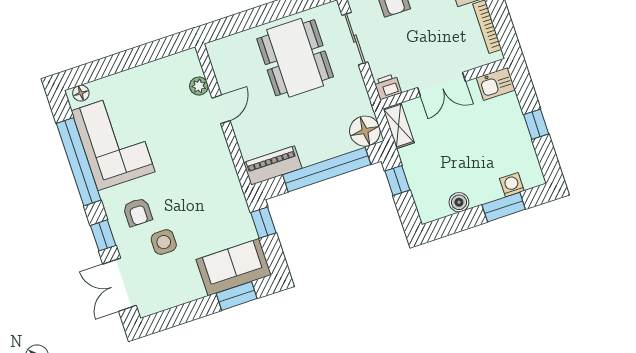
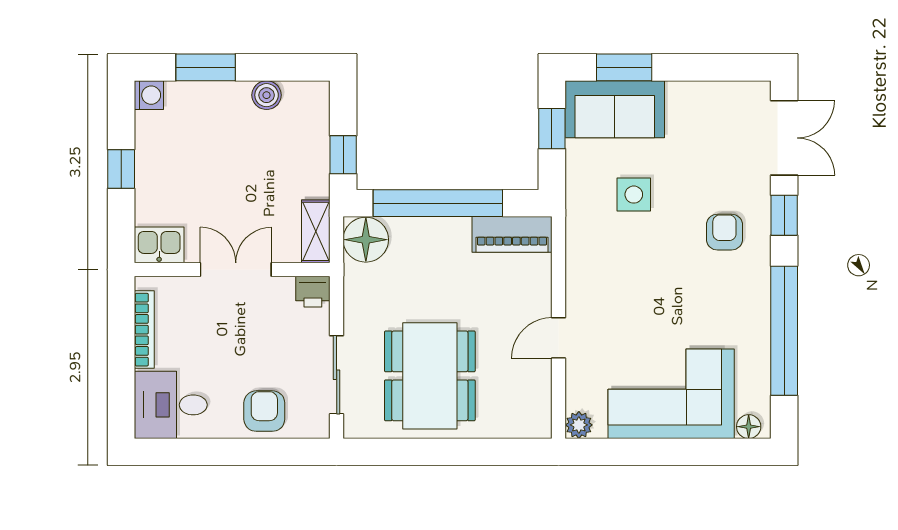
plant: (199, 86) -> (579, 425), moved
corner sofa: (113, 141) -> (671, 394), moved, turned 90
washing machine: (512, 185) -> (149, 95), moved, turned -90
window: (263, 223) -> (552, 129), moved
side table: (164, 242) -> (634, 195), moved

